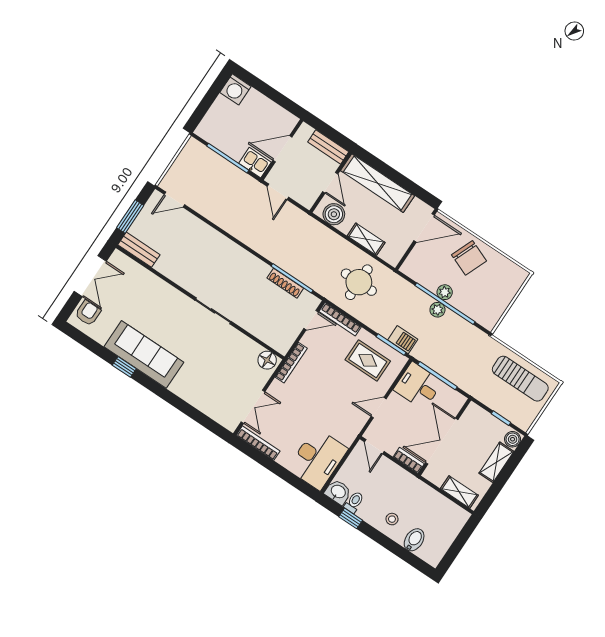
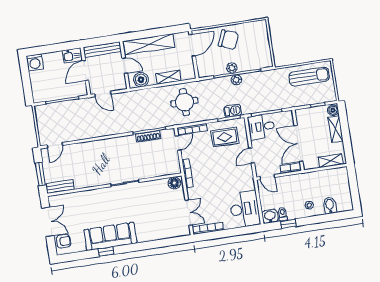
bench: (328, 147) -> (103, 49), width x1.36
kitchen sink: (255, 163) -> (72, 56), moved, turned 180
armchair: (88, 313) -> (63, 241), turned 90

